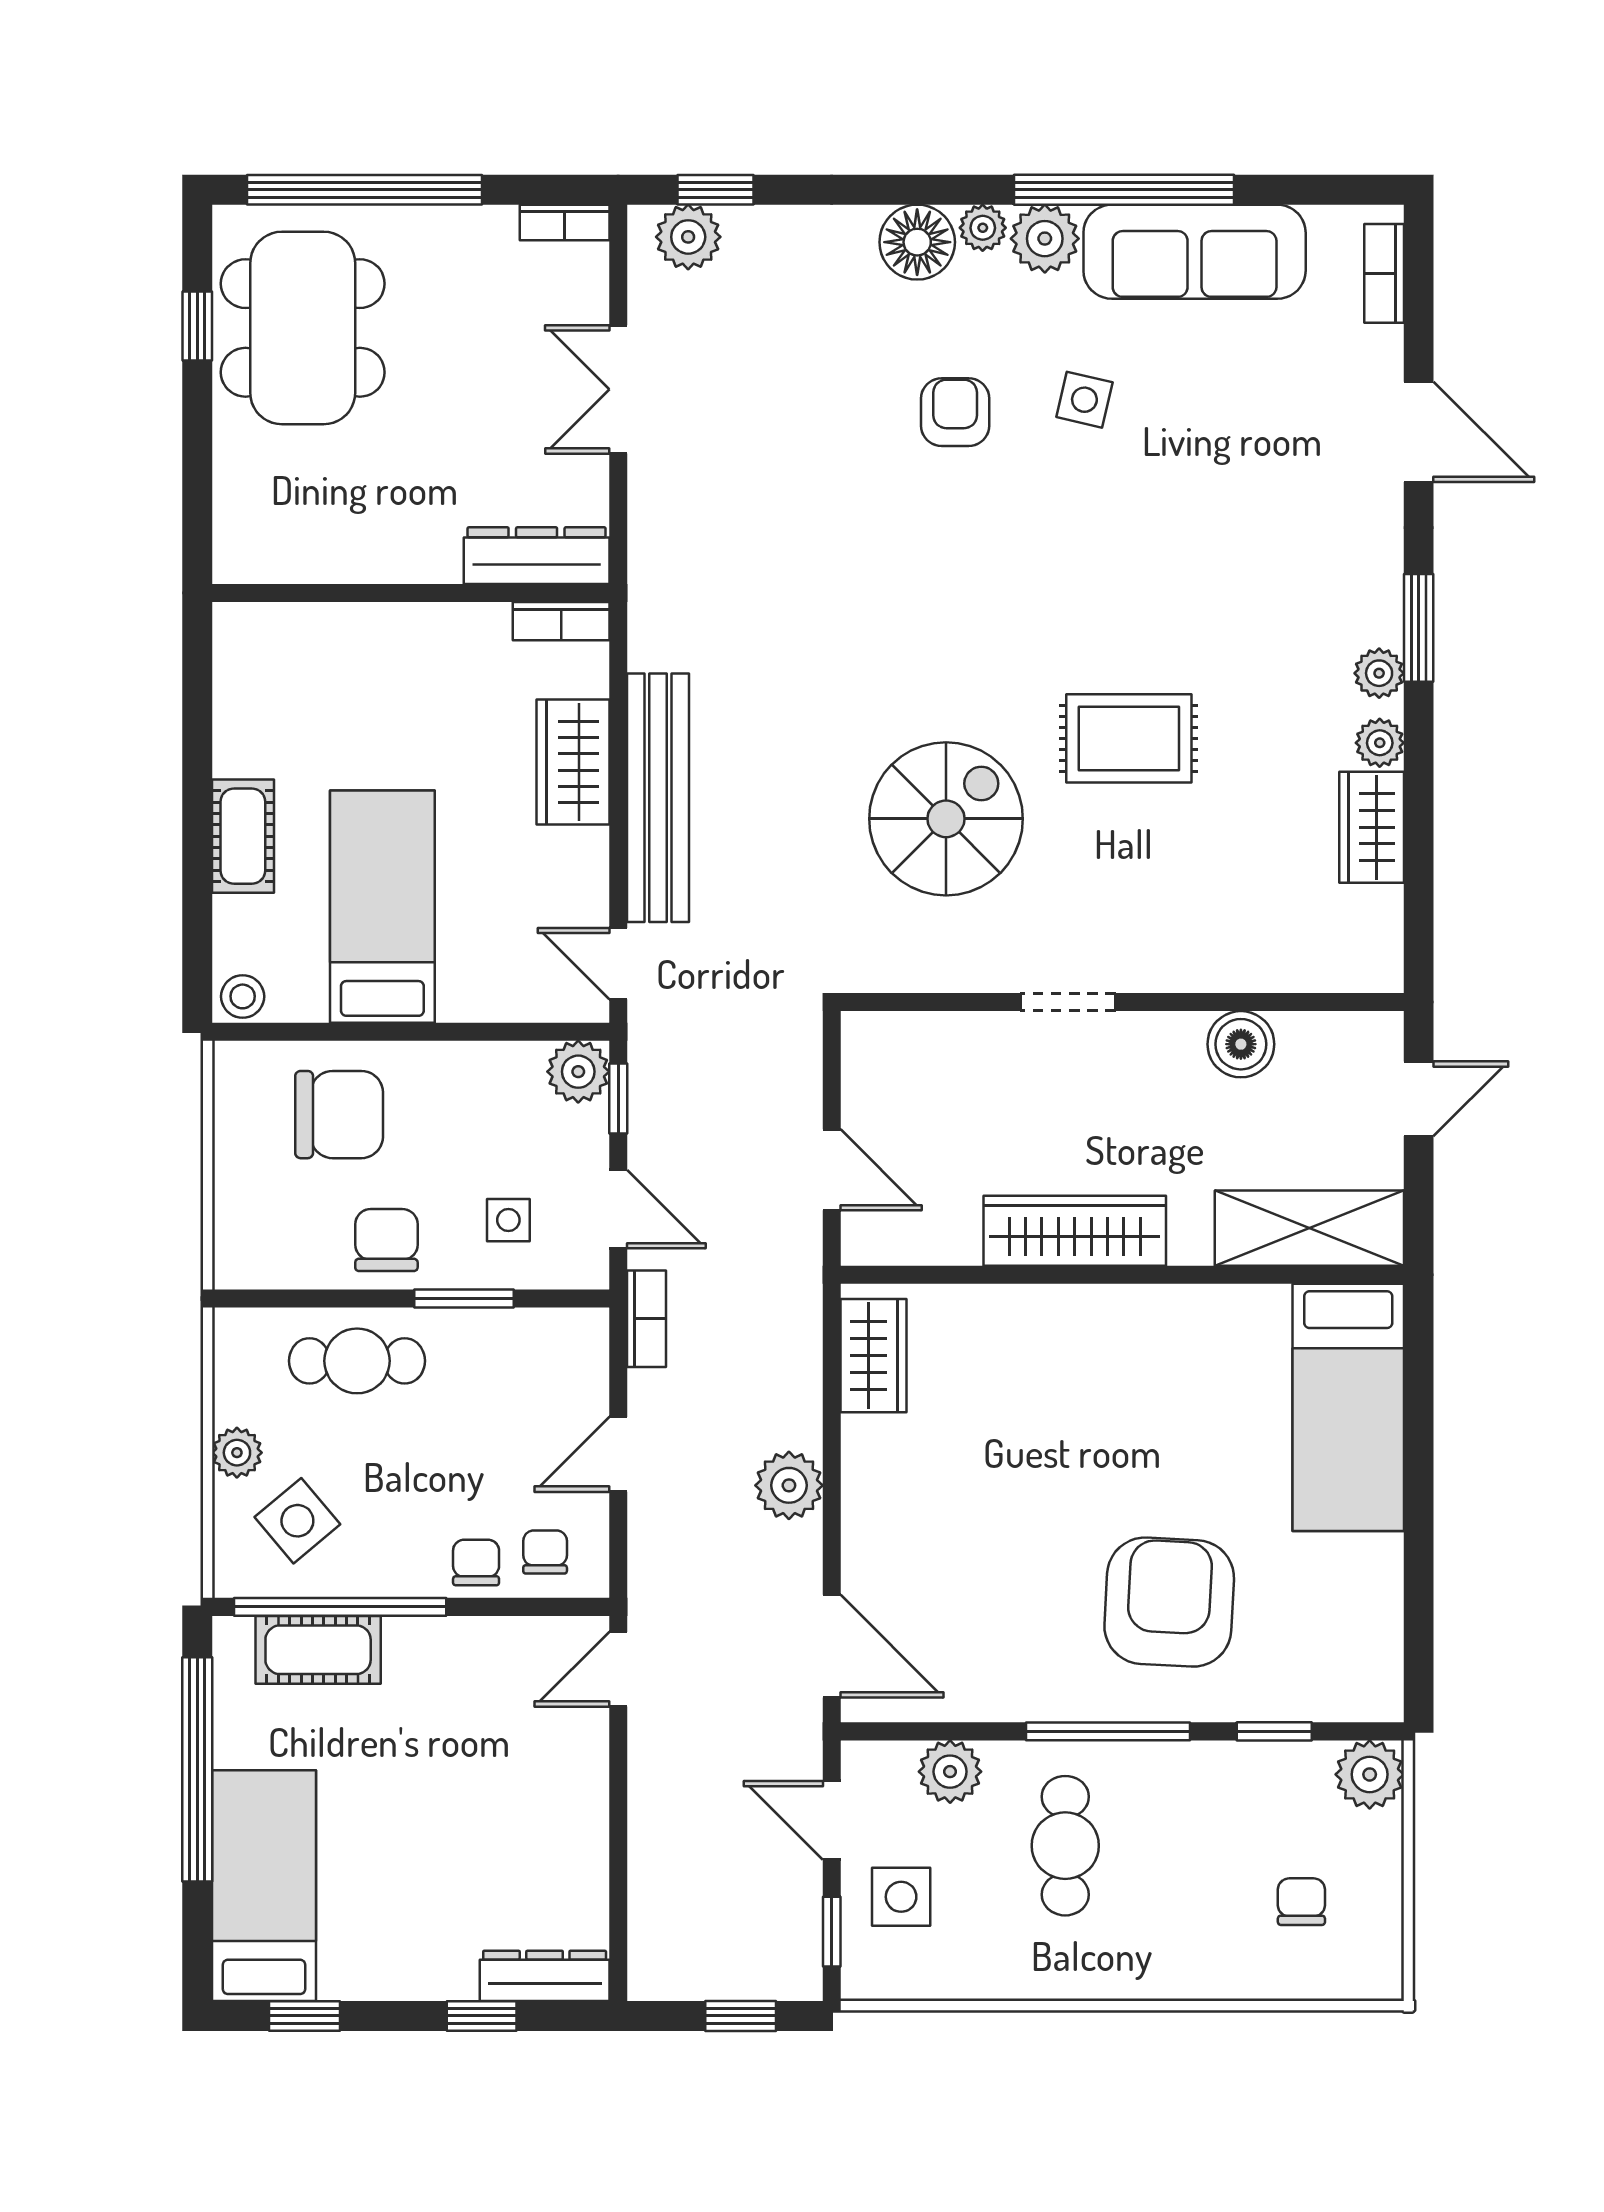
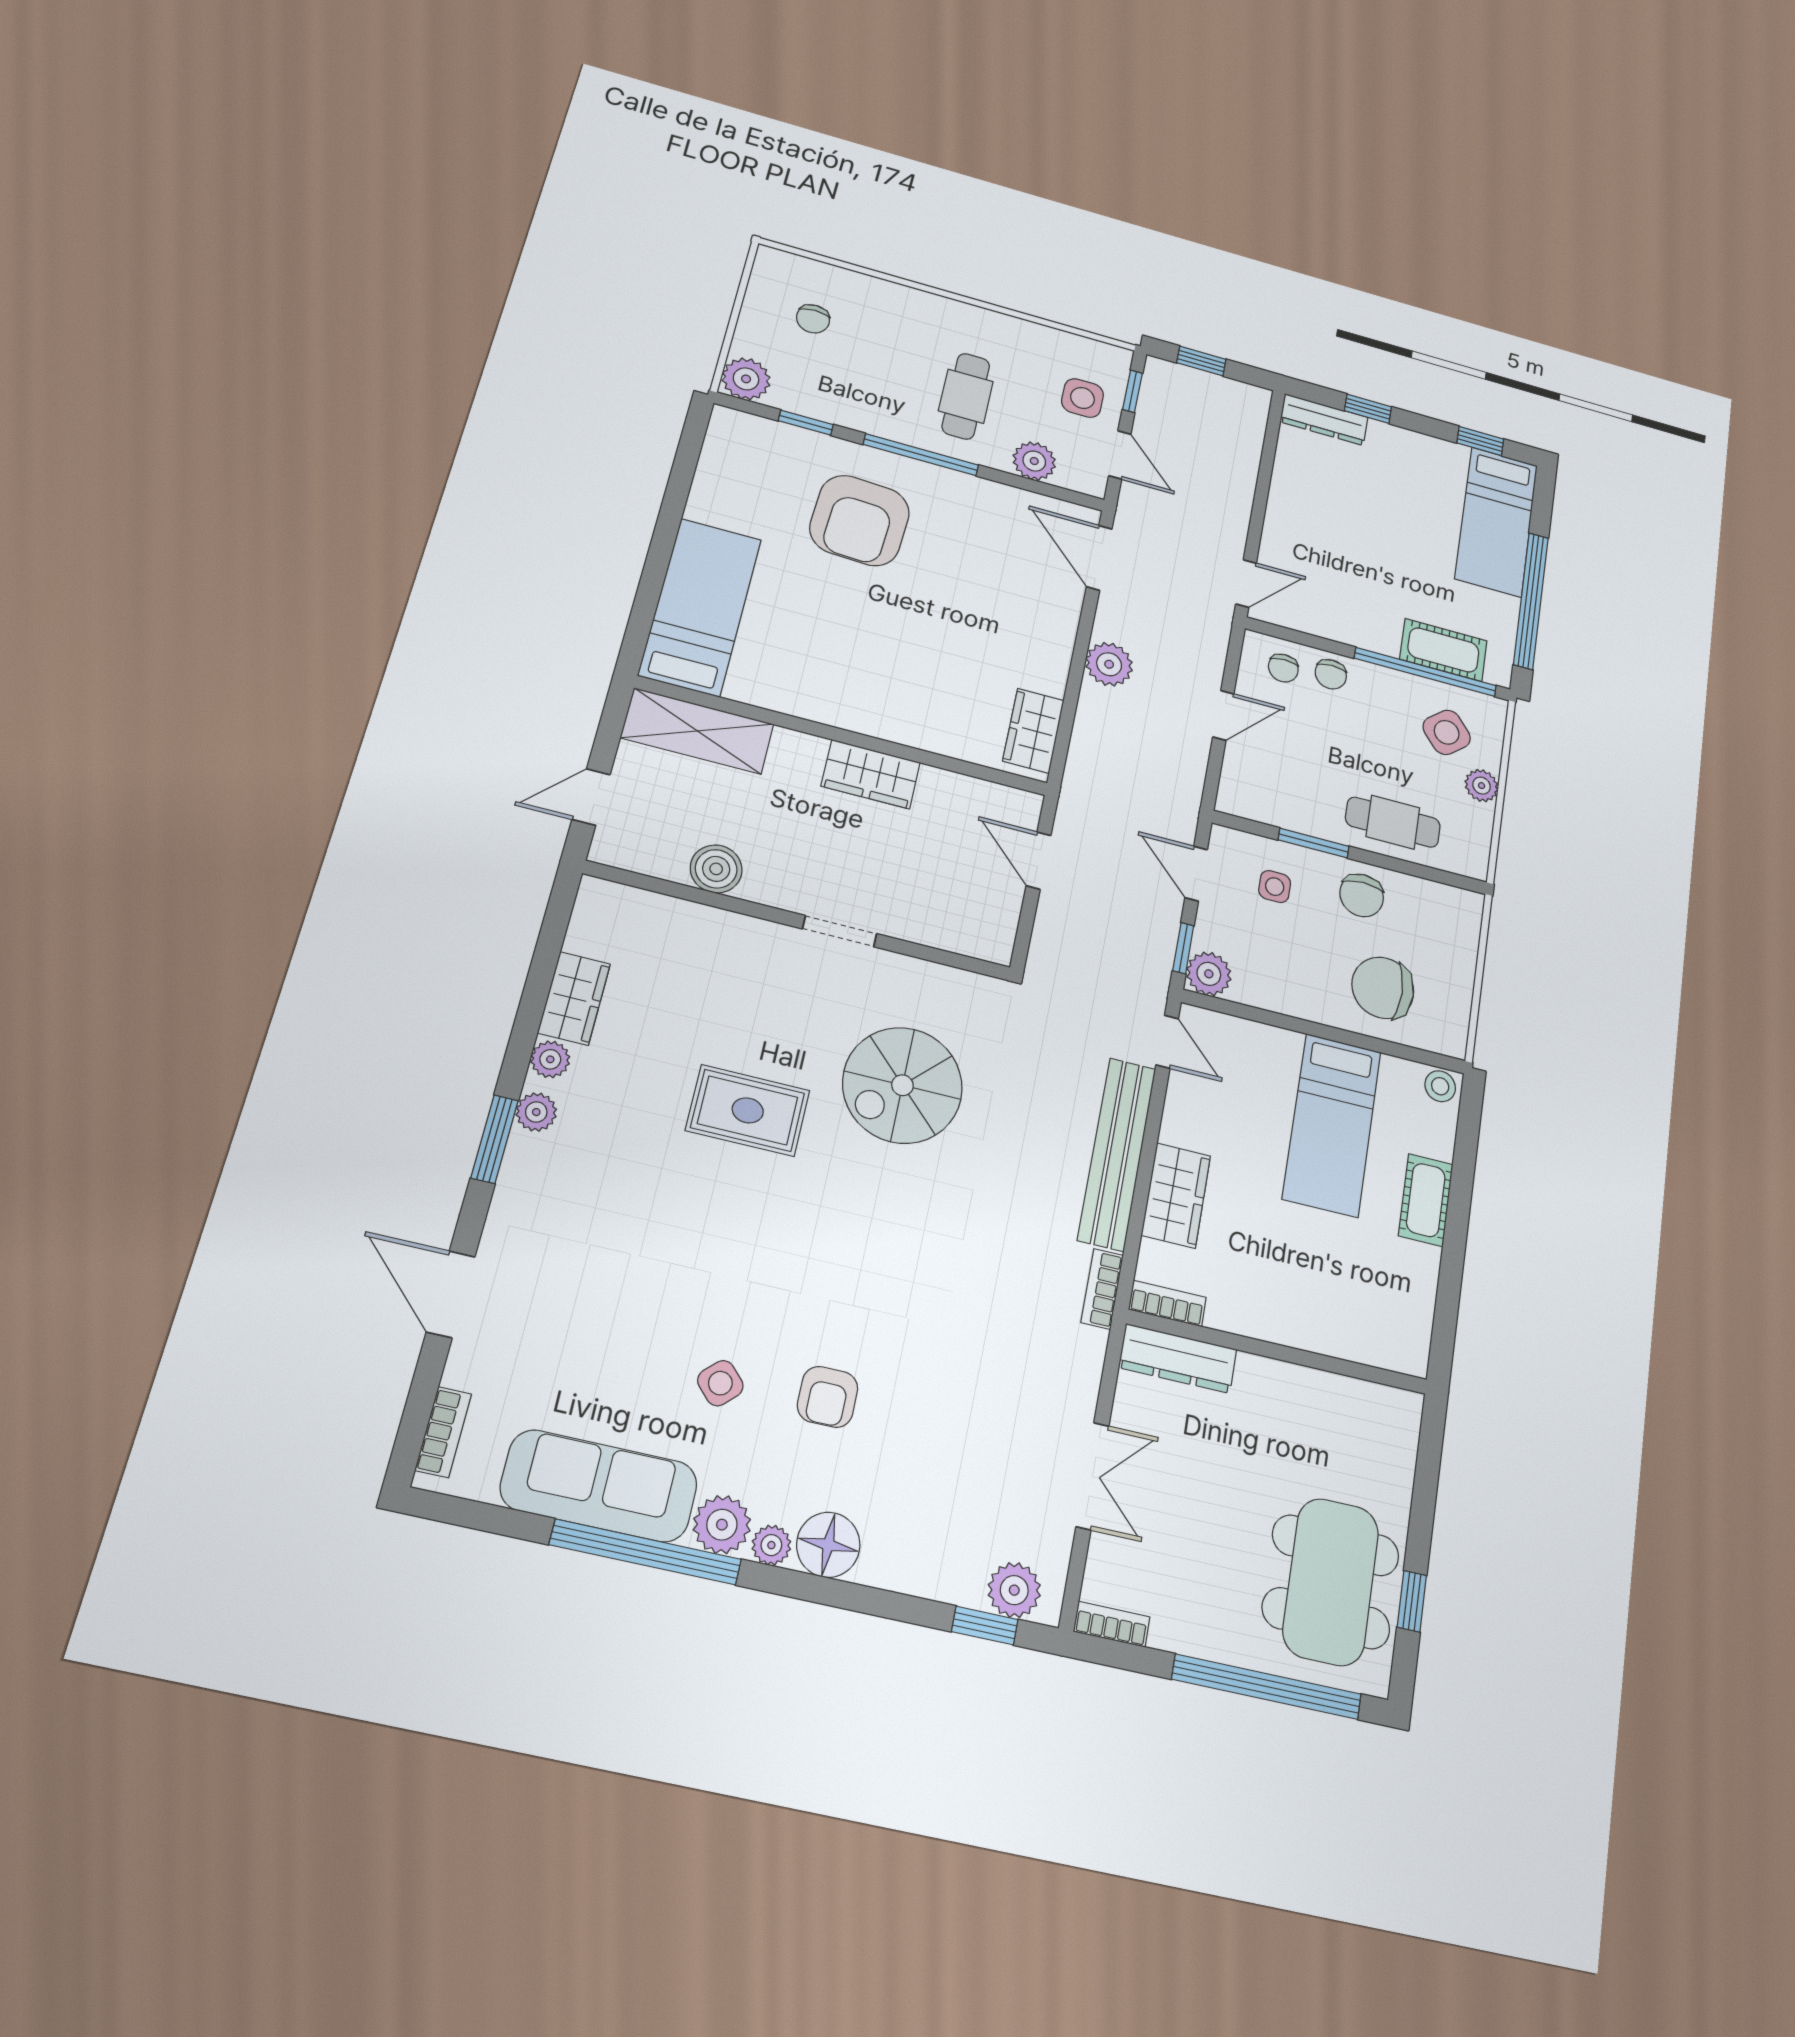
side table: (1084, 400) -> (720, 1383), turned 33
wardrobe: (1075, 1231) -> (871, 774), width x0.67
bookcase: (646, 1319) -> (1102, 1289), moved

